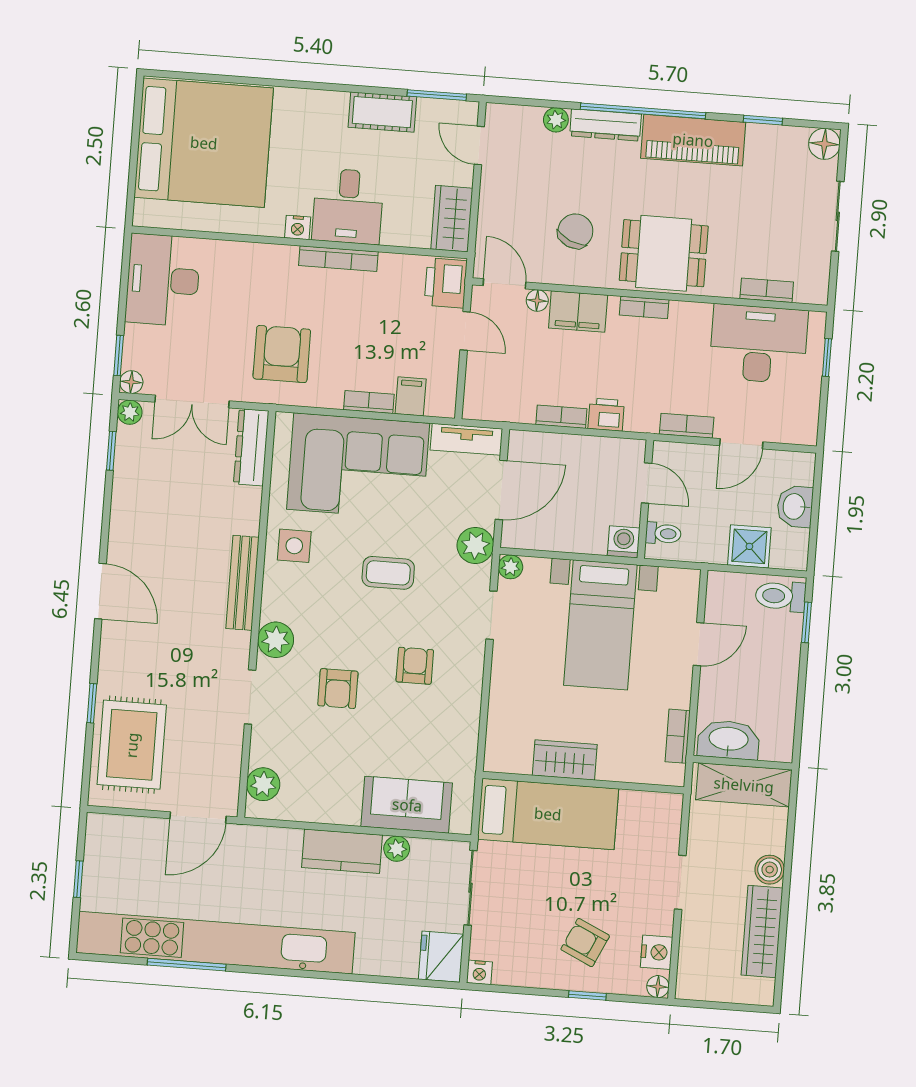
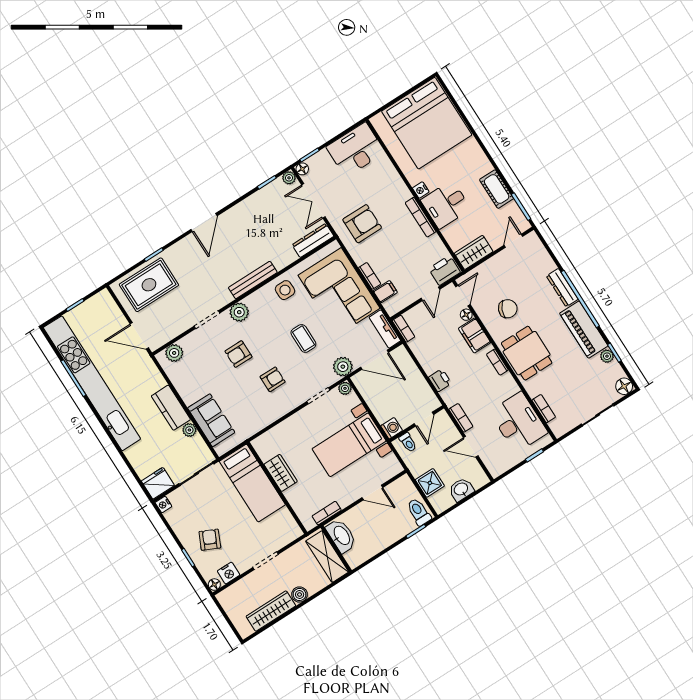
plant: (556, 120) -> (607, 356), moved
bookcase: (561, 417) -> (403, 329), moved

